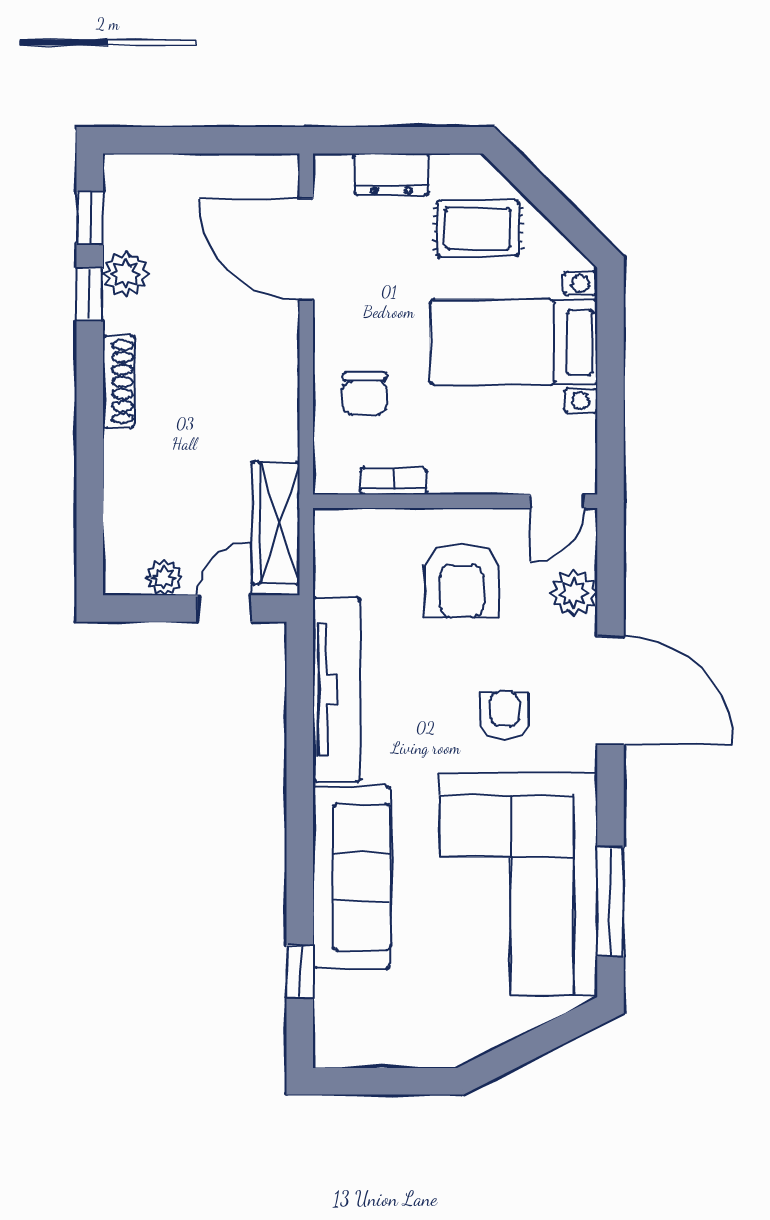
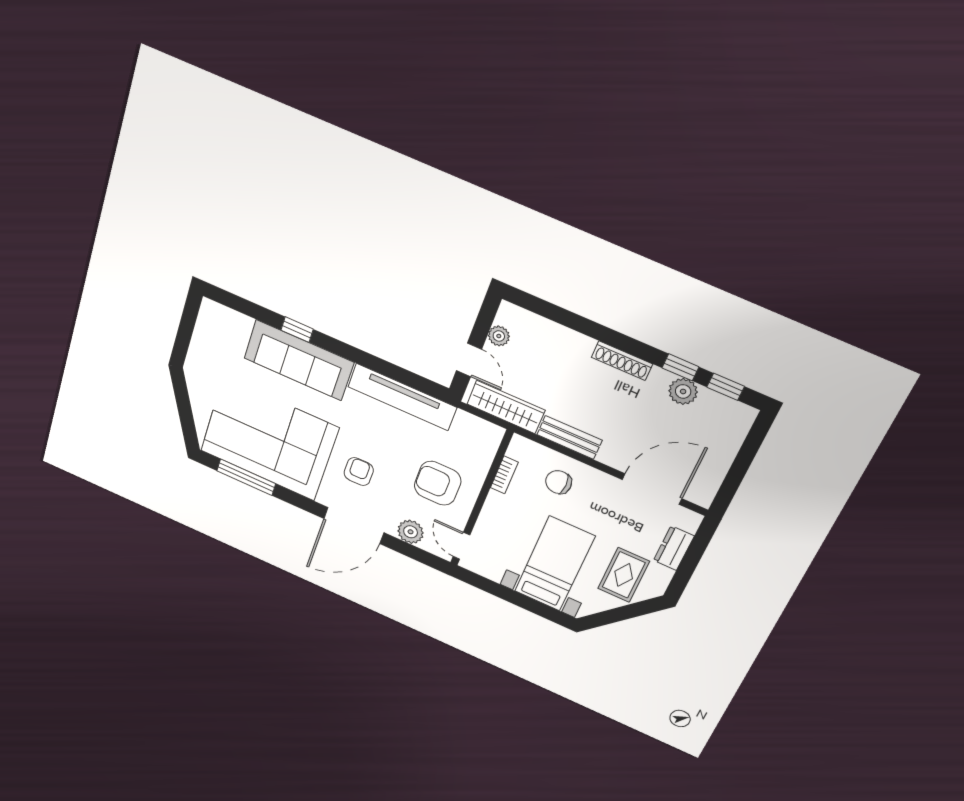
bench: (280, 408) -> (569, 437), added
armchair: (504, 716) -> (359, 472), turned -90
window: (300, 971) -> (297, 330), moved

